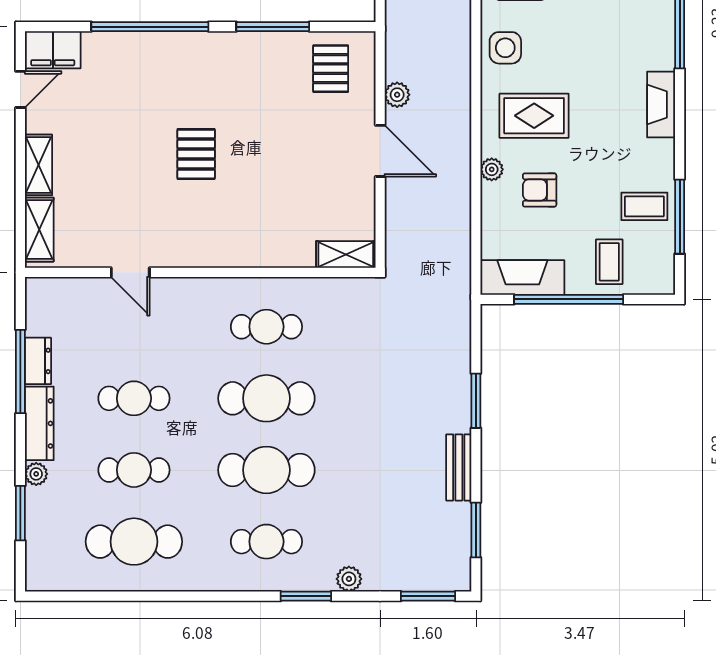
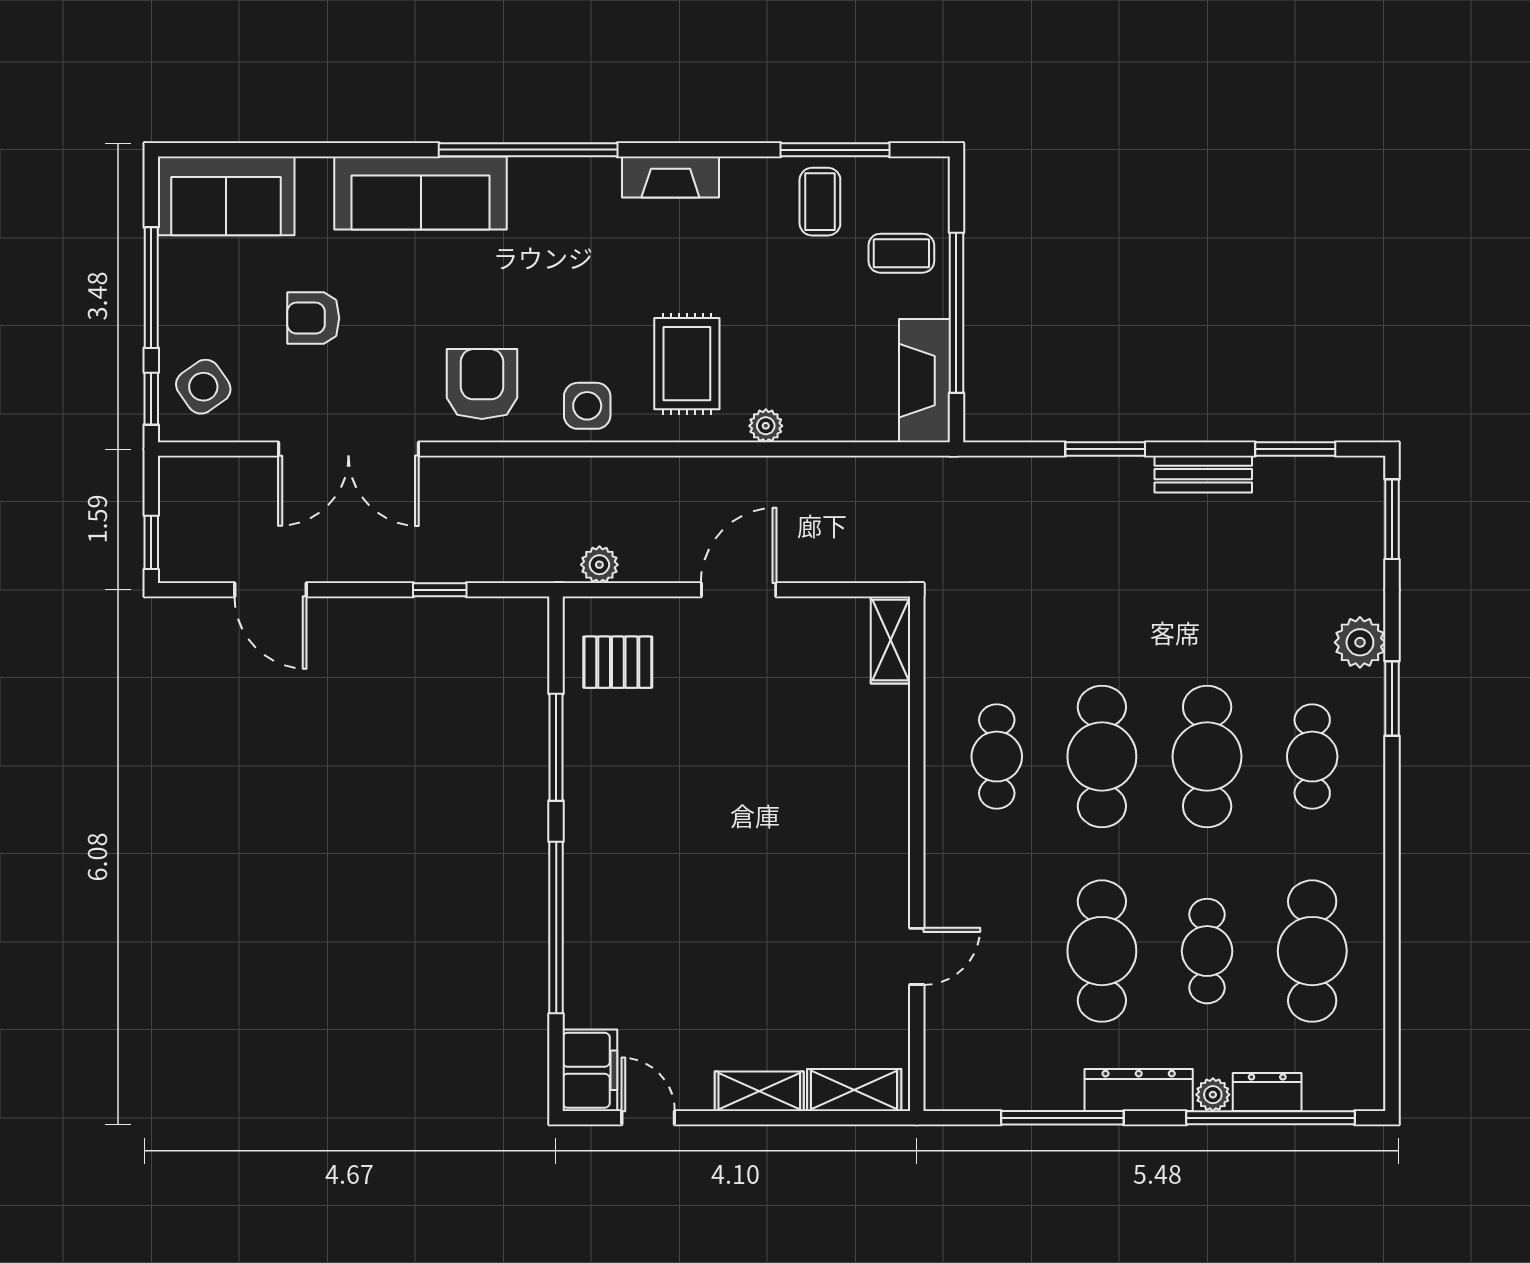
plant: (397, 95) -> (599, 565), moved
pallet: (196, 154) -> (743, 860), removed
armchair: (540, 190) -> (796, 356), removed
dresser: (38, 361) -> (1267, 1092), moved
cafe table: (134, 398) -> (1102, 951), width x1.37, depth x1.35
window: (20, 513) -> (1270, 1118), width x2.11
plant: (349, 579) -> (1360, 642), width x1.38, depth x1.38

